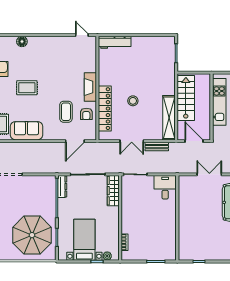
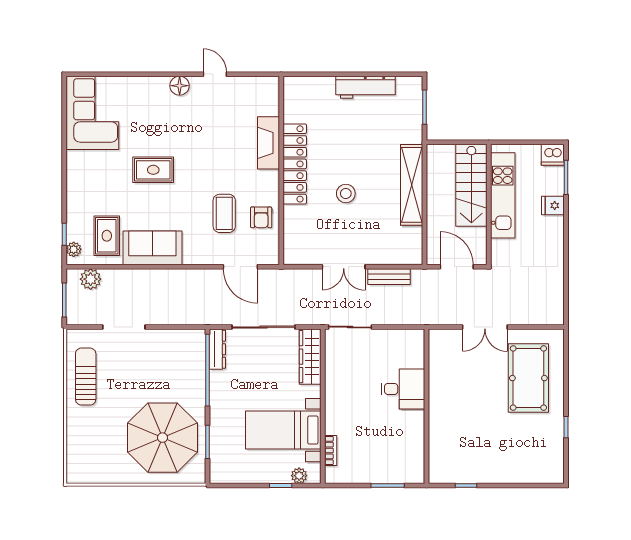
door: (82, 35) -> (215, 74), moved
floor lamp: (22, 42) -> (180, 86), moved
workbench: (115, 42) -> (366, 87), moved
fireplace: (90, 87) -> (268, 143), moved
stairs: (186, 98) -> (471, 185), moved, turned 180
locker: (105, 109) -> (295, 164), moved
shelving: (169, 118) -> (412, 185), moved
door: (75, 141) -> (240, 267), hinge flipped
double door: (209, 174) -> (485, 327), swing flipped
desk: (165, 187) -> (403, 389), moved, turned 90
bed with nightstands: (84, 240) -> (283, 430), moved, turned -90

